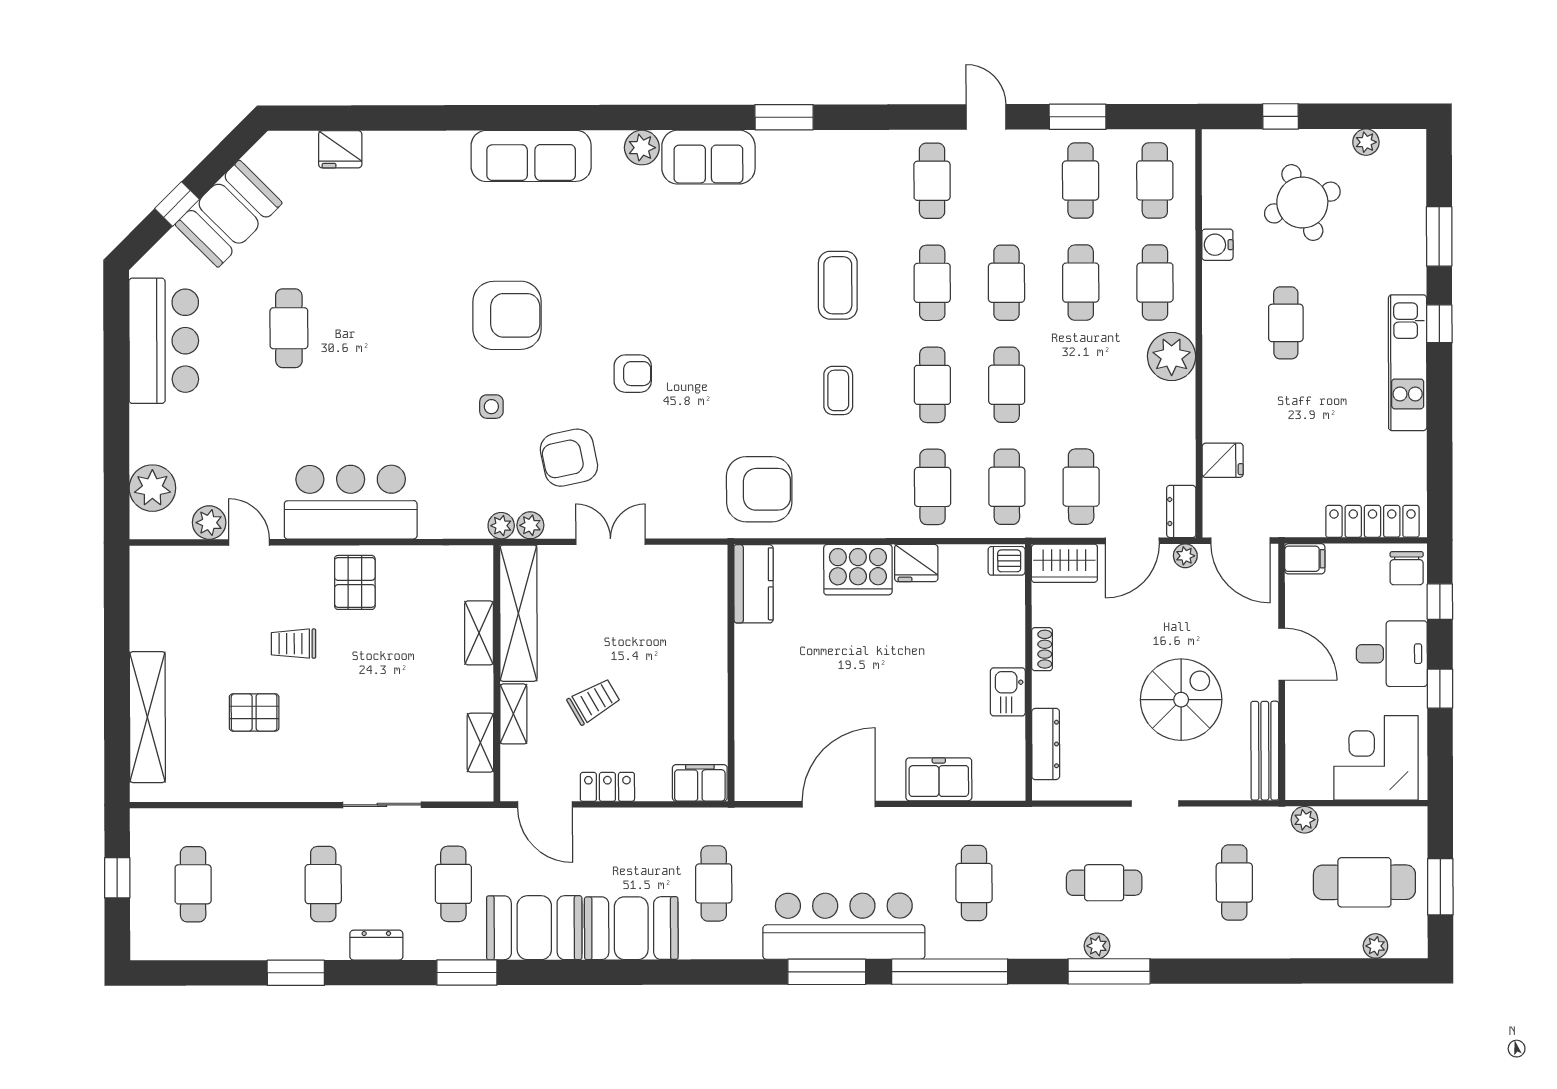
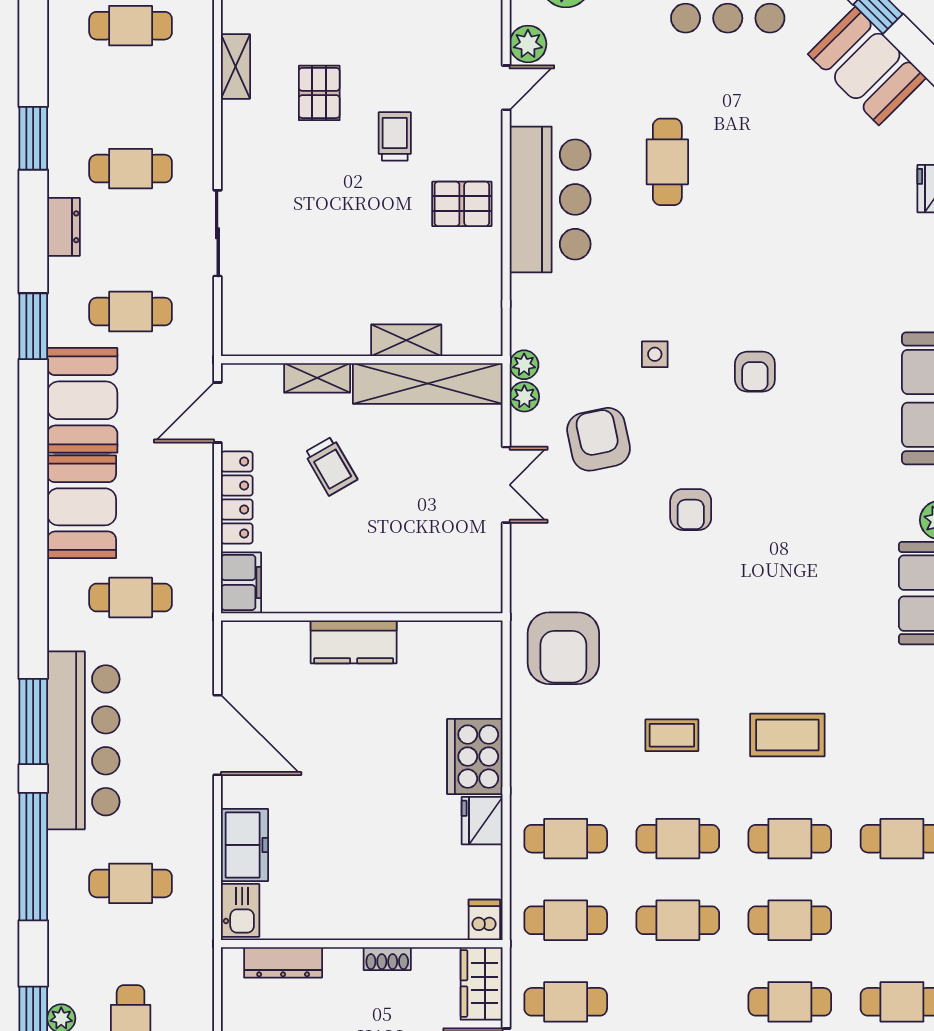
armchair: (507, 315) -> (755, 372), width x0.53, depth x0.53
cafe table: (289, 328) -> (667, 162), moved, turned 90
kitchen counter: (753, 584) -> (354, 642), moved
kitchen sink: (1008, 692) -> (240, 910), moved, turned 90
shelving: (480, 743) -> (236, 67), moved, turned 90
locker: (607, 787) -> (237, 498), width x1.53

